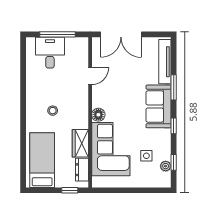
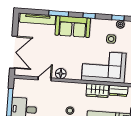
door: (90, 76) -> (45, 79), hinge flipped
floor lamp: (98, 115) -> (61, 74), moved

